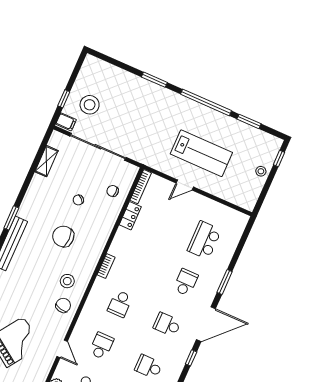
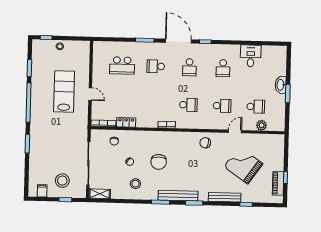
filing cabinet: (66, 122) -> (42, 191), moved
shelving: (46, 161) -> (100, 194), moved
stool: (67, 281) -> (135, 184), moved
school desk: (101, 346) -> (222, 106), turned 180

